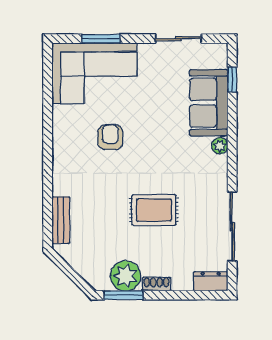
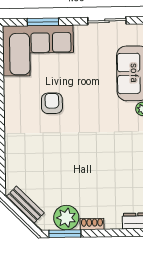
rug: (154, 210) -> (89, 163), removed
bench: (61, 220) -> (25, 205), moved, turned -45

